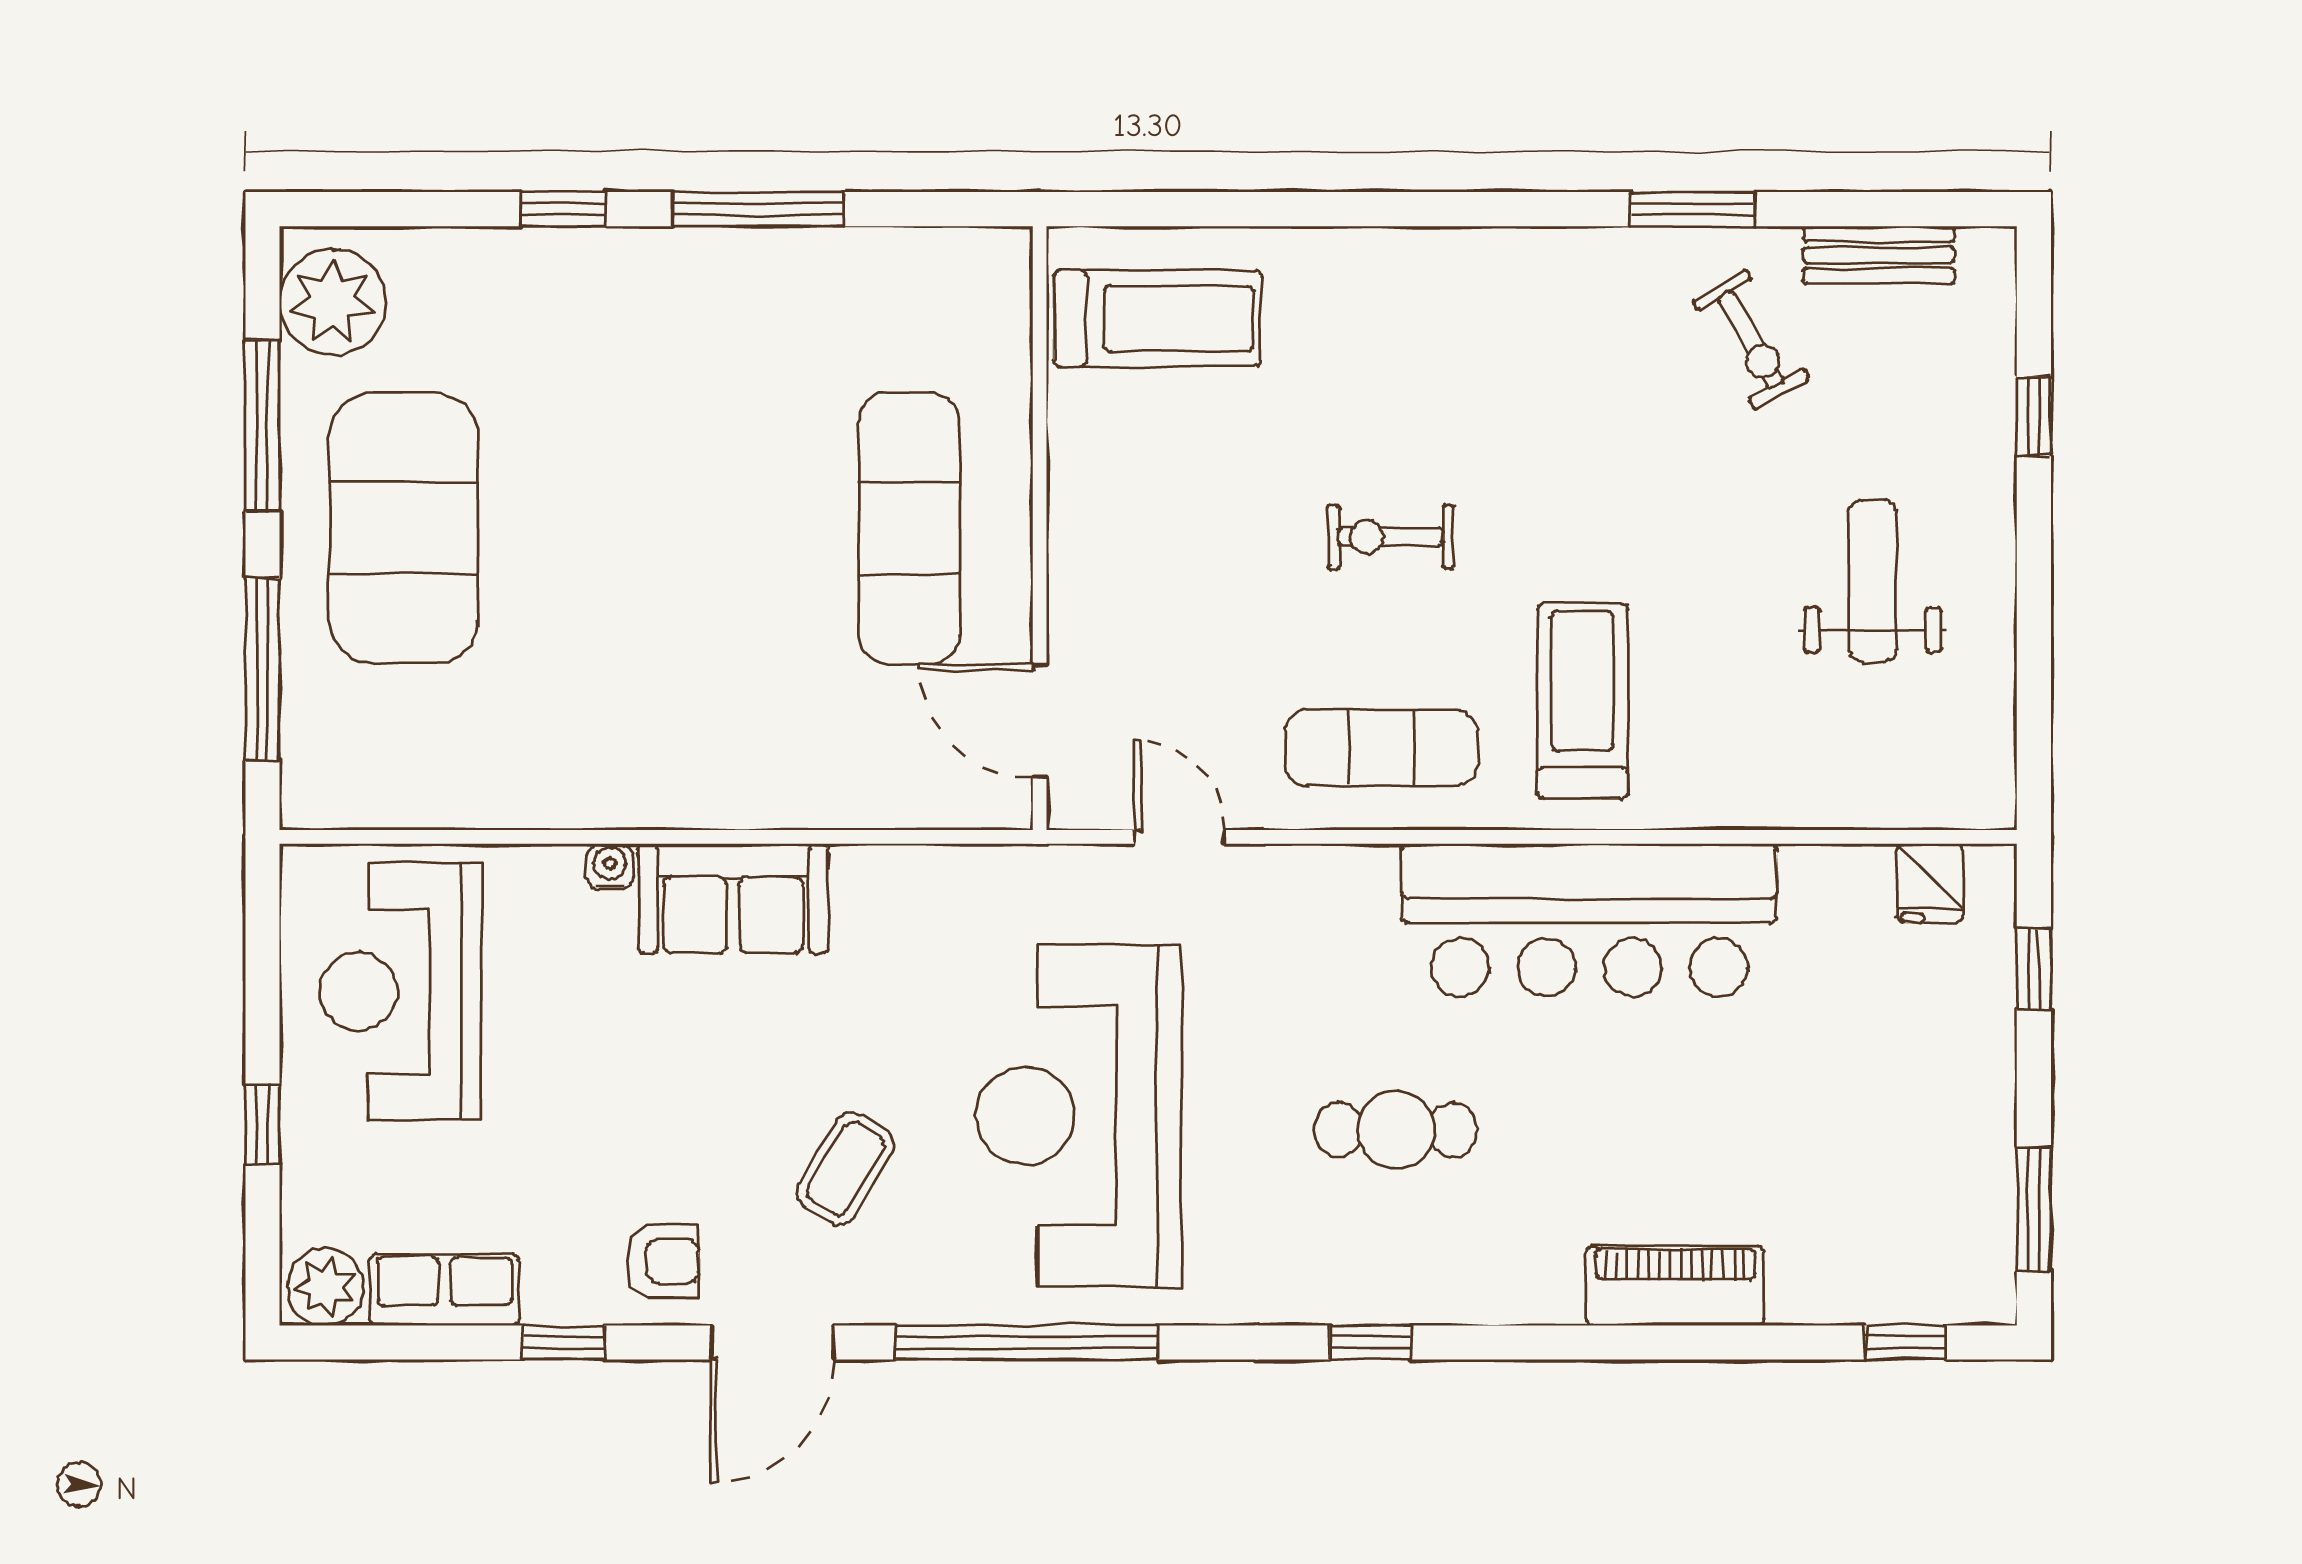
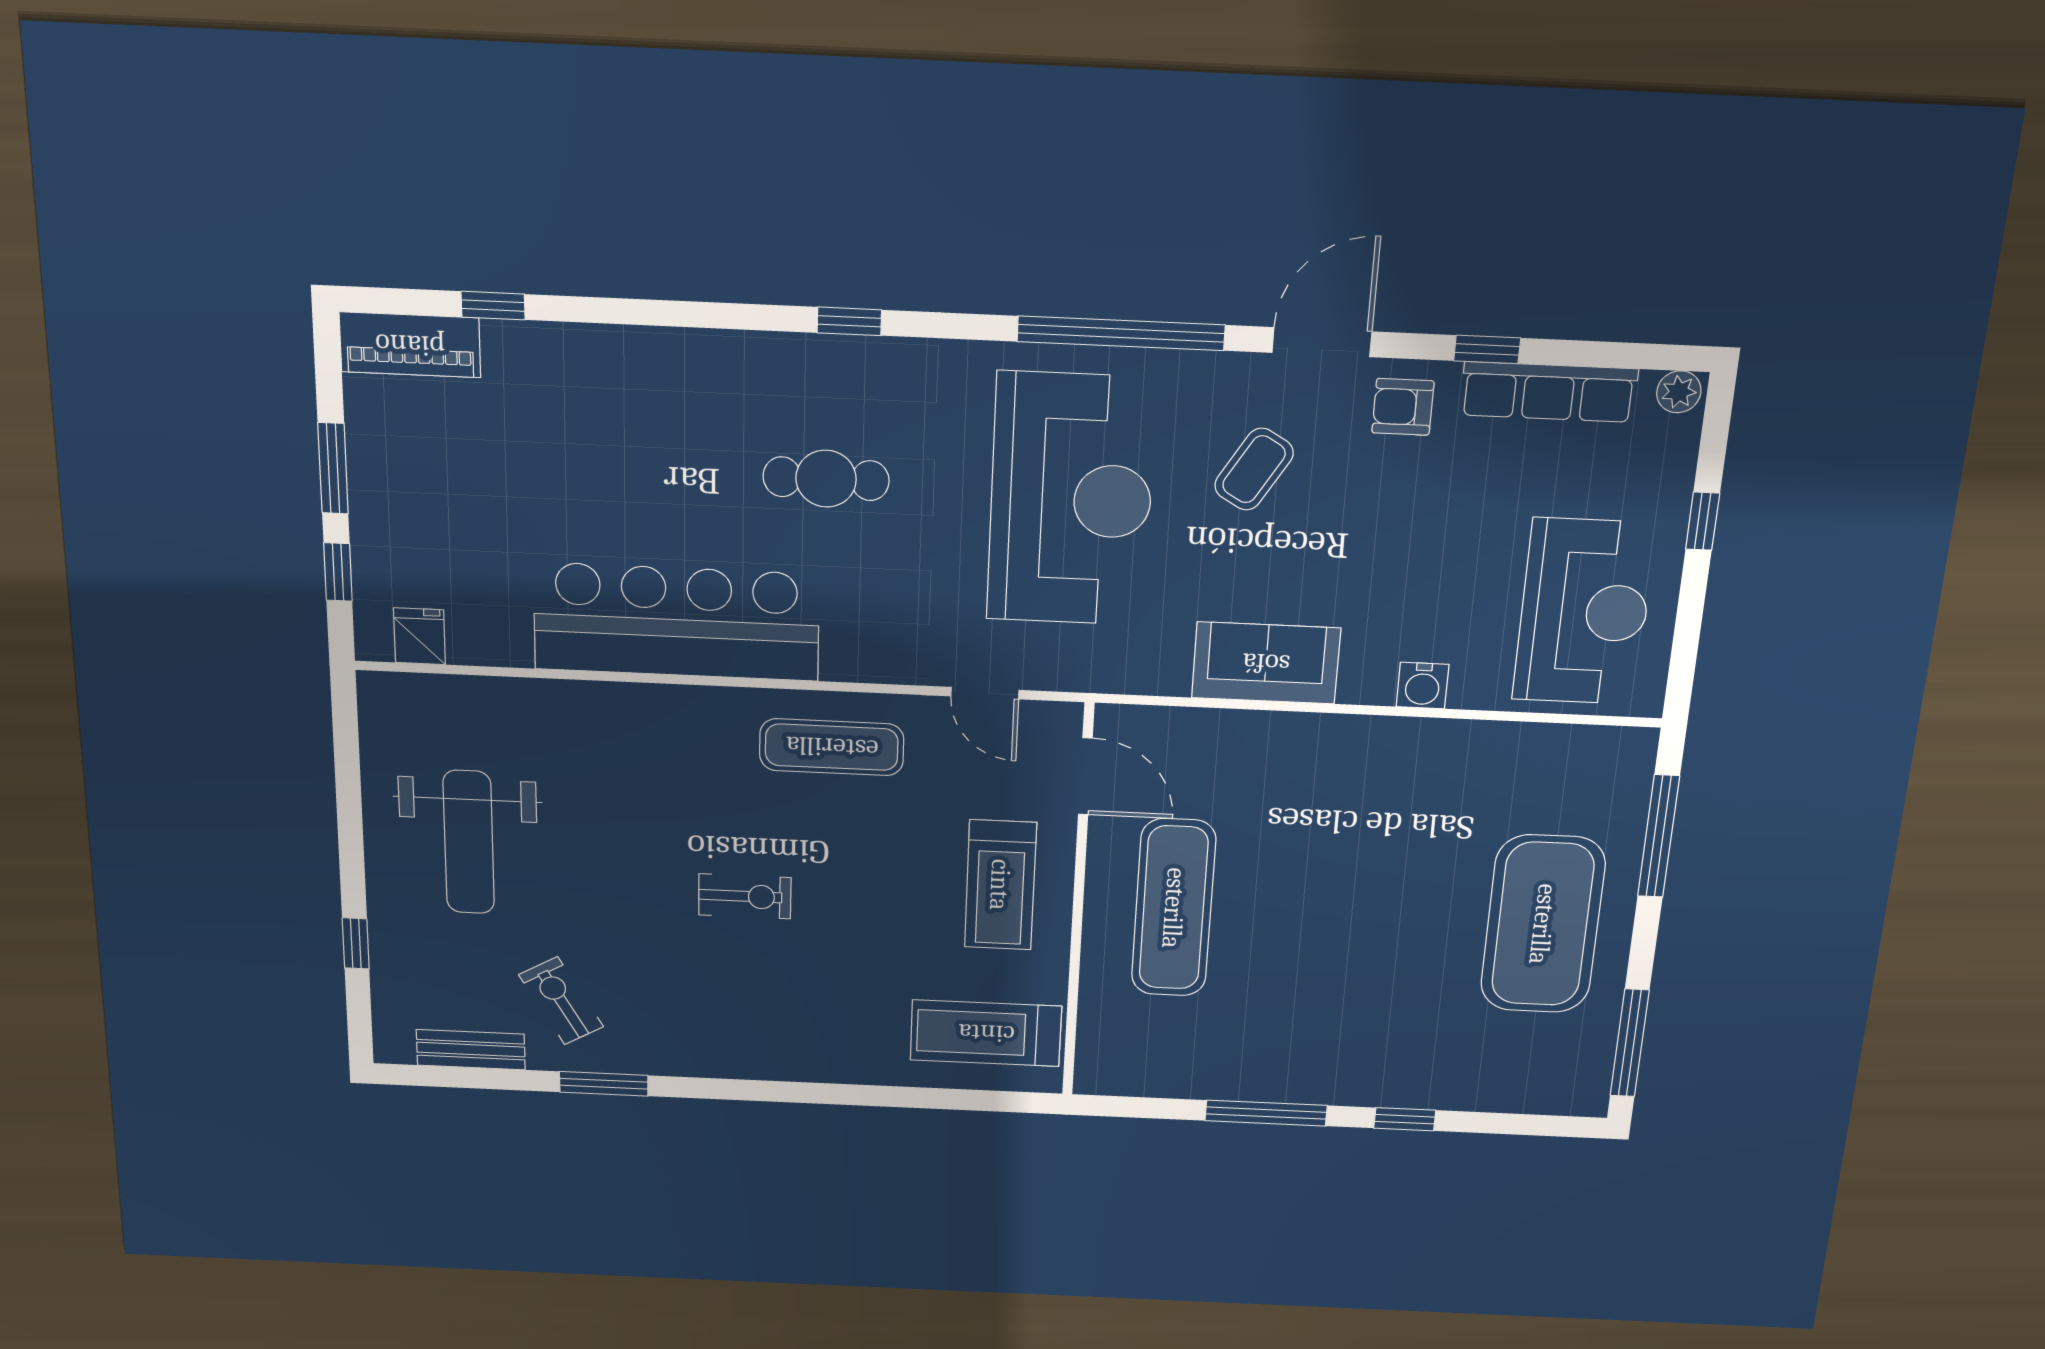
plant: (333, 302) -> (1576, 1069), removed
window: (263, 425) -> (1630, 1043), moved
exercise bike: (1390, 537) -> (745, 896), moved
weight bench: (1873, 581) -> (469, 842), width x1.36, depth x1.33
treadmill: (1583, 700) -> (1000, 885), moved
water cooler: (610, 867) -> (1423, 686), width x1.38, depth x1.38
sofa: (733, 898) -> (1266, 663), moved
window: (2034, 1209) -> (333, 468), moved
piano: (1675, 1286) -> (410, 345), moved
plant: (326, 1287) -> (1679, 392), width x0.73, depth x0.73
row of seats: (444, 1290) -> (1549, 392), width x1.48
window: (1906, 1342) -> (493, 306), moved

